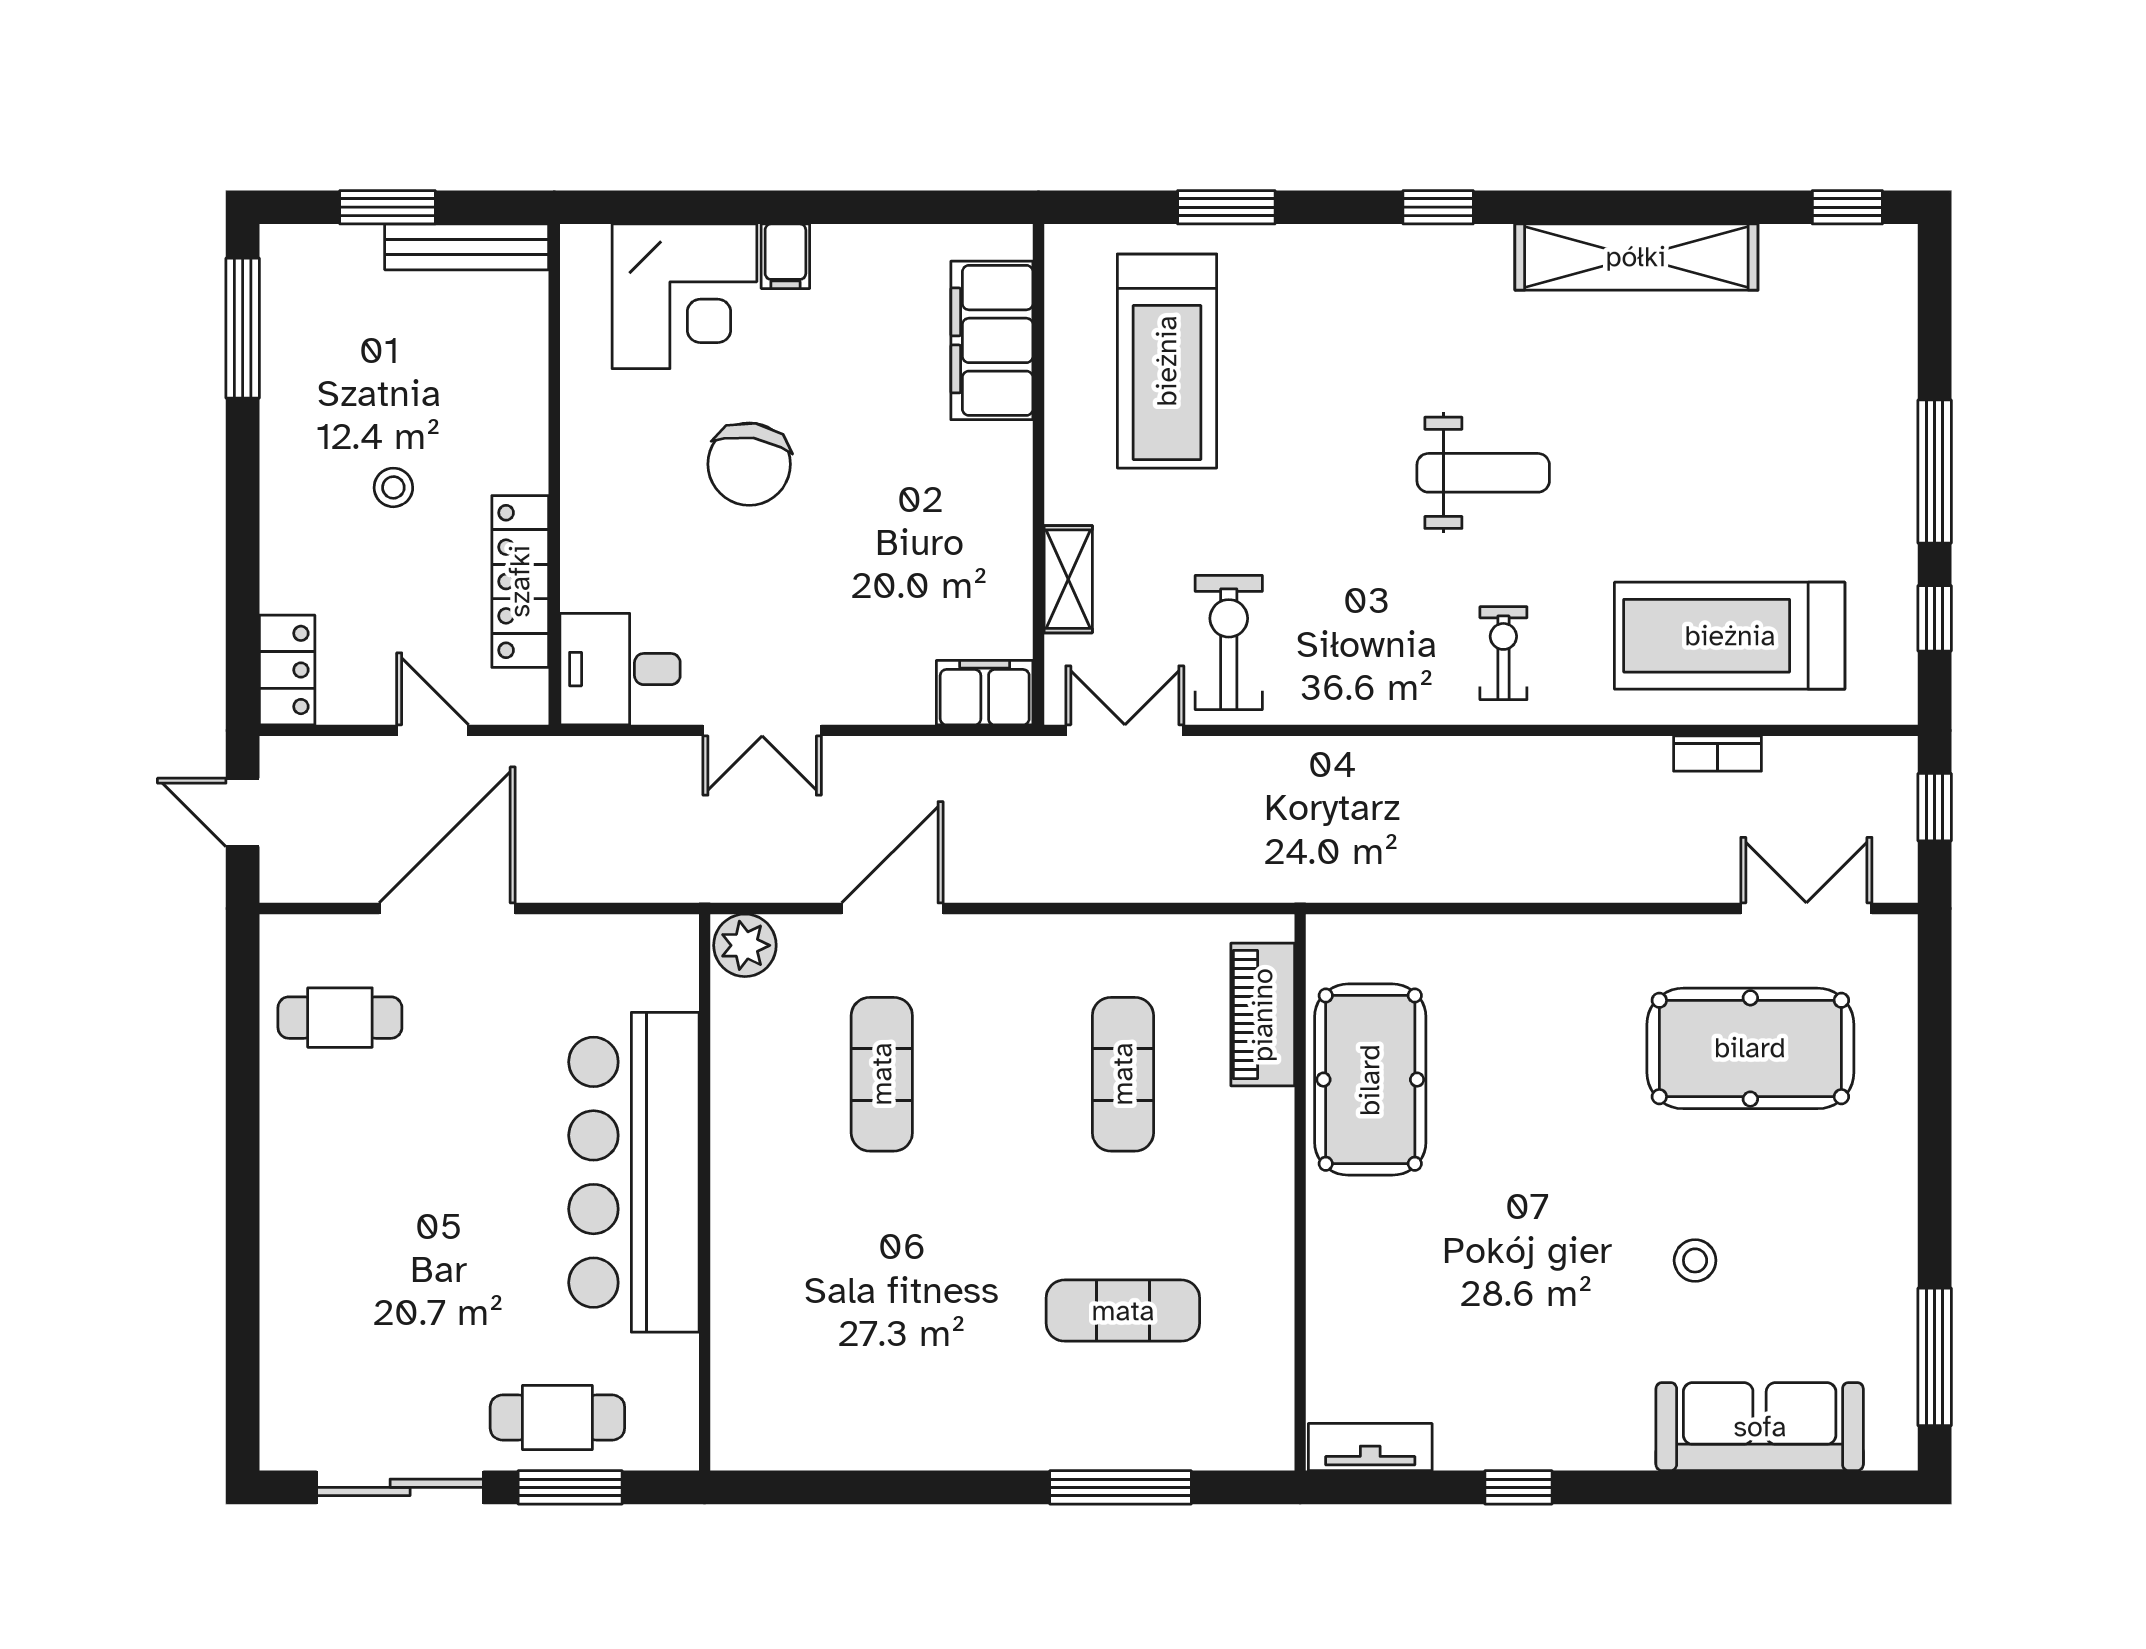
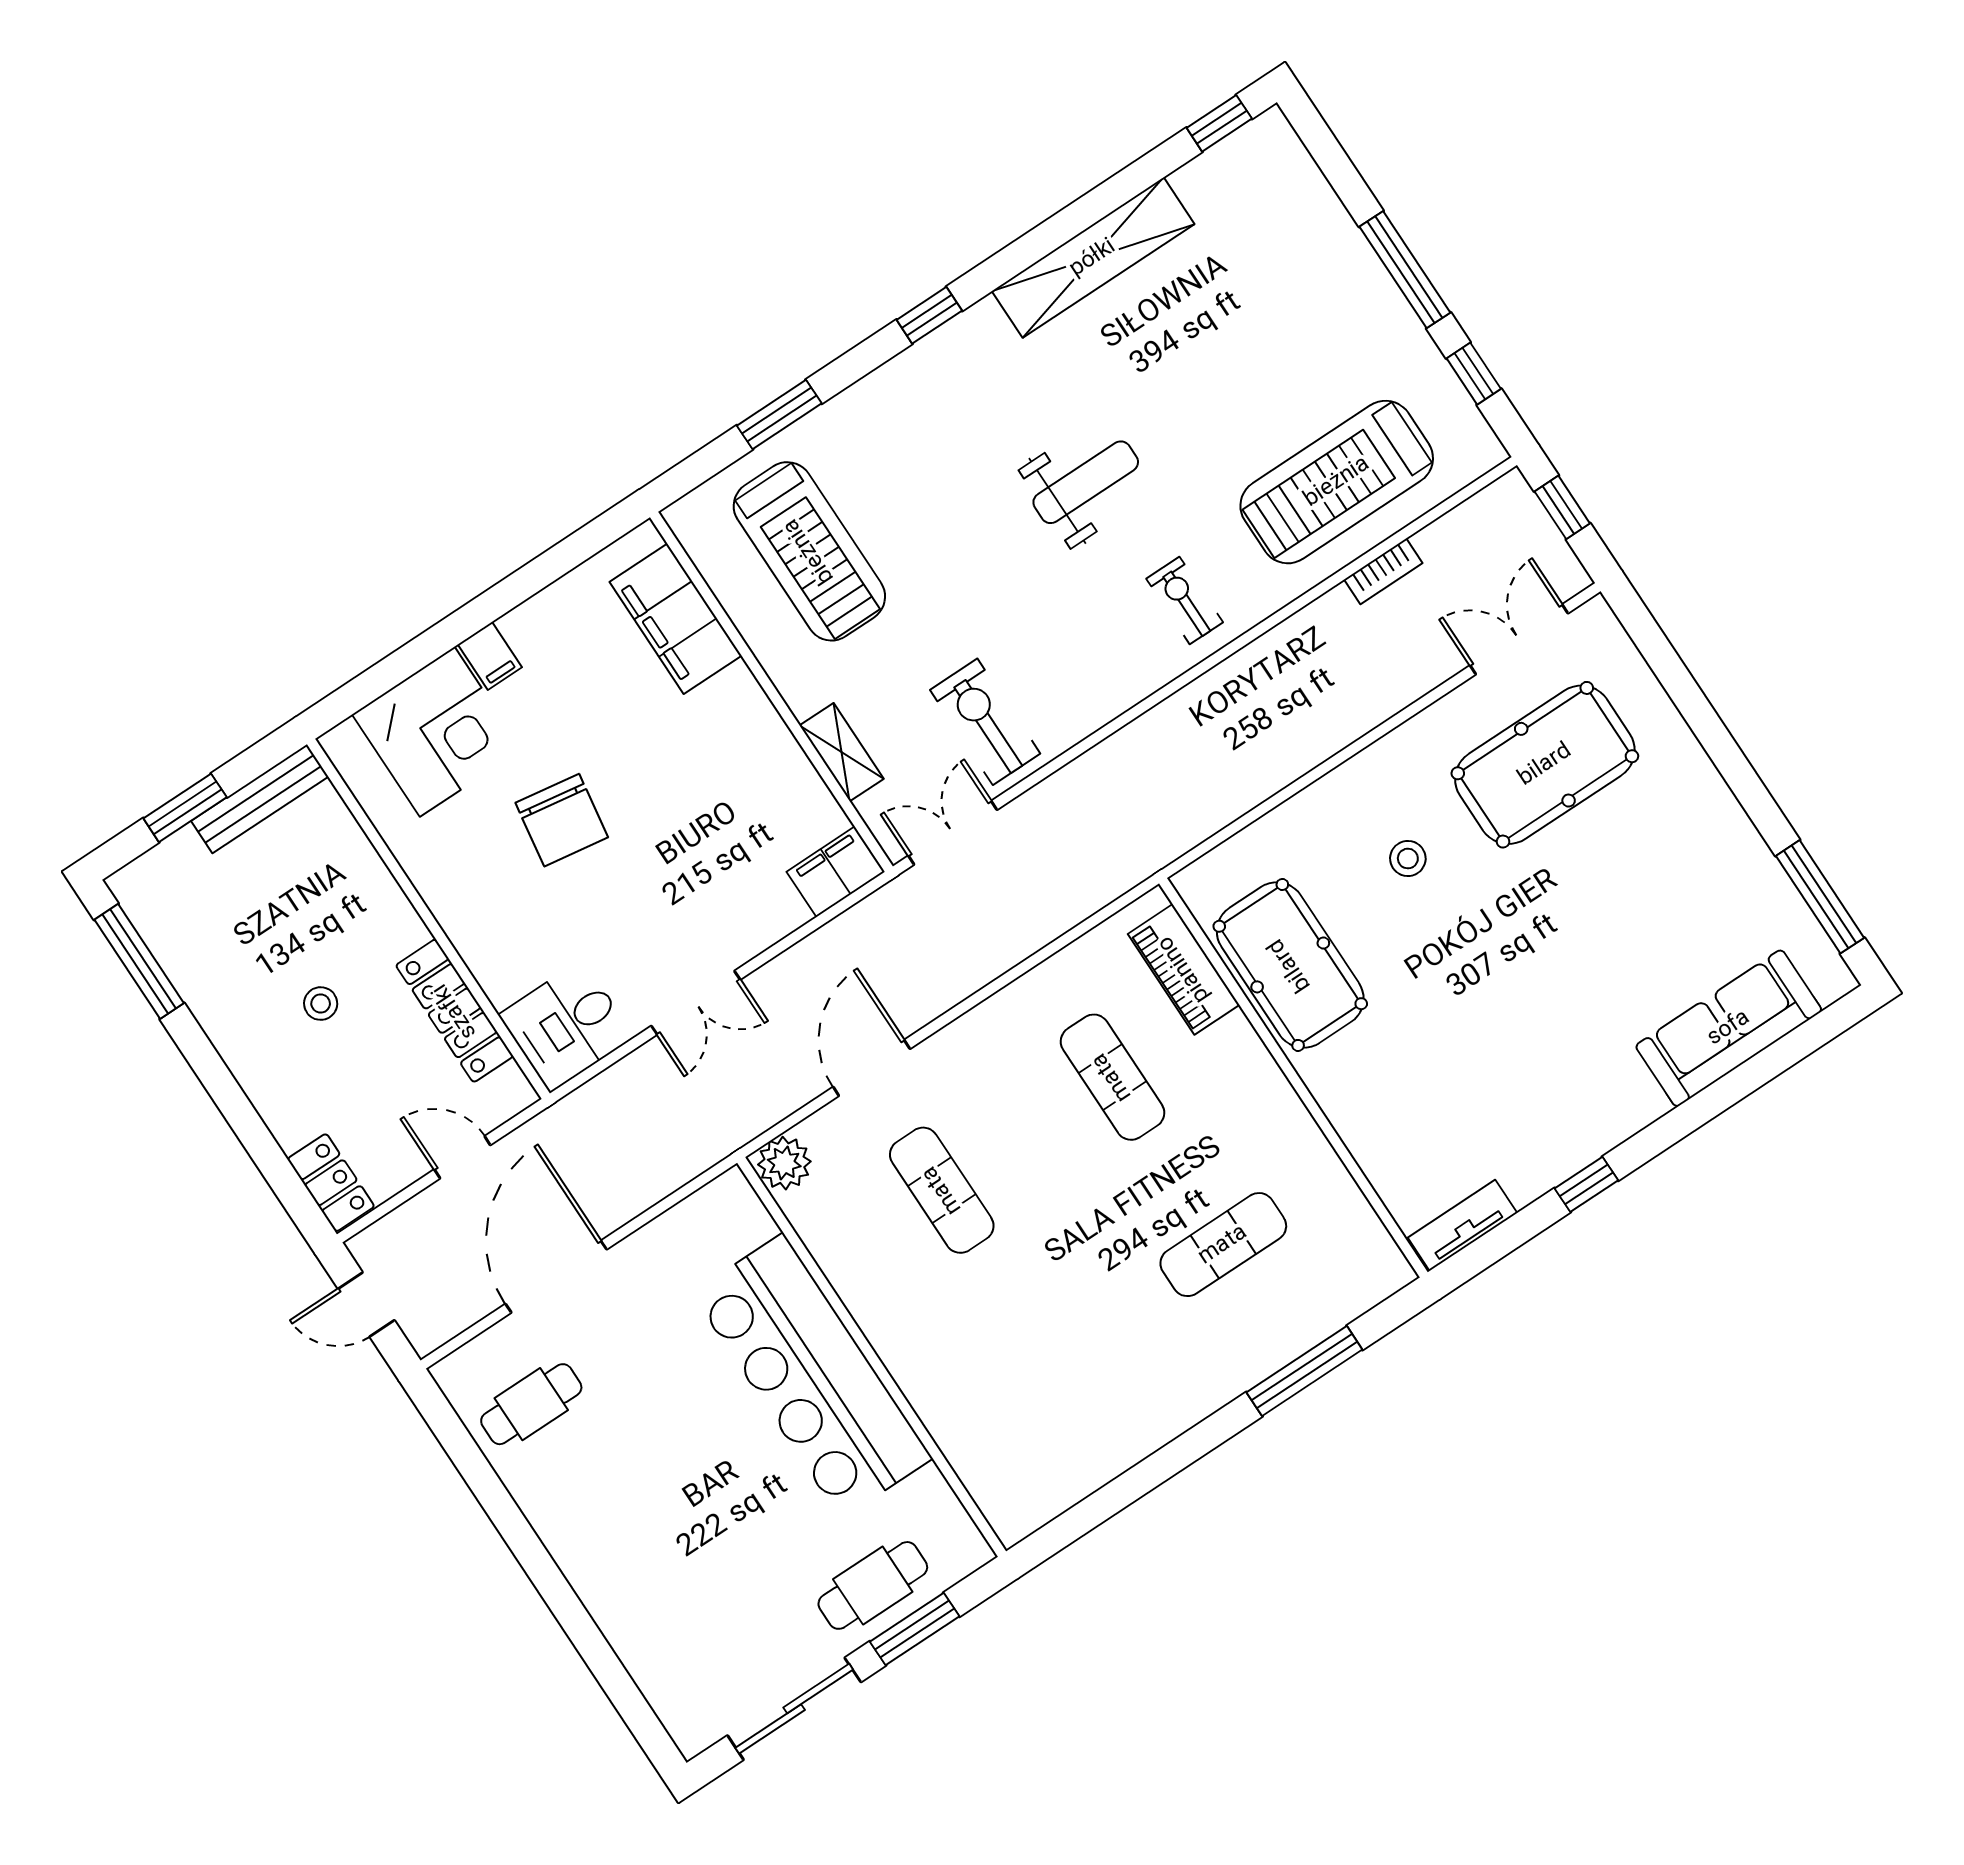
stool: (1695, 1260) -> (1408, 859), moved

